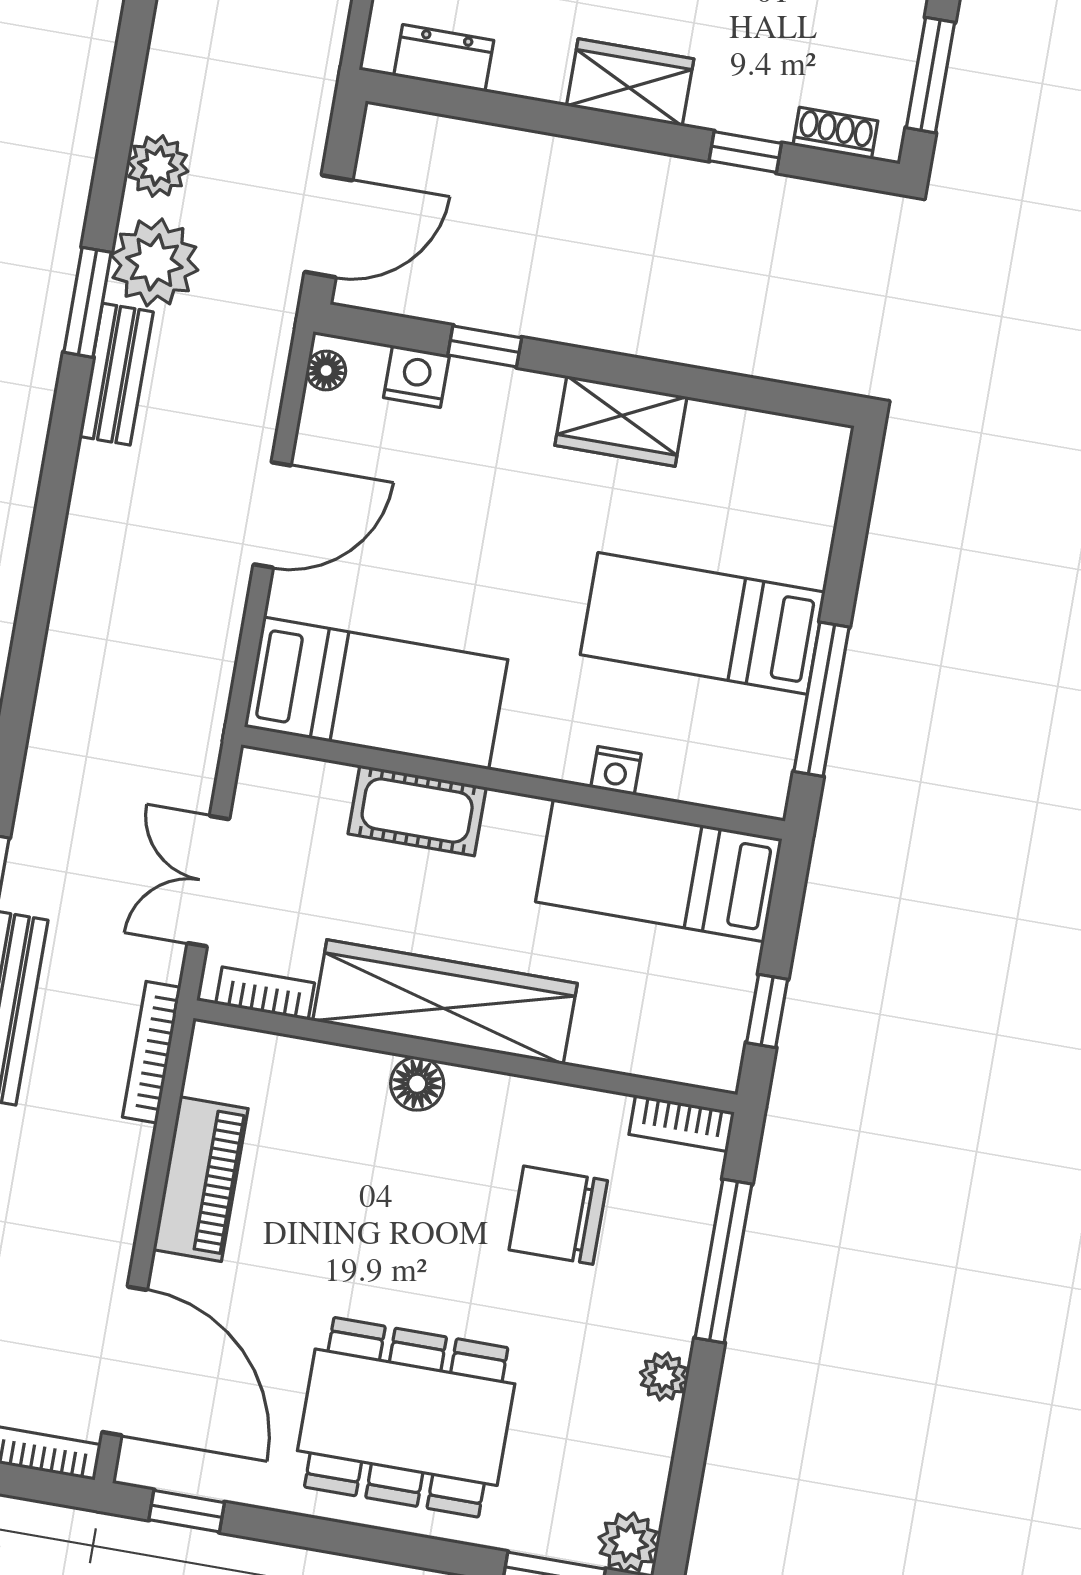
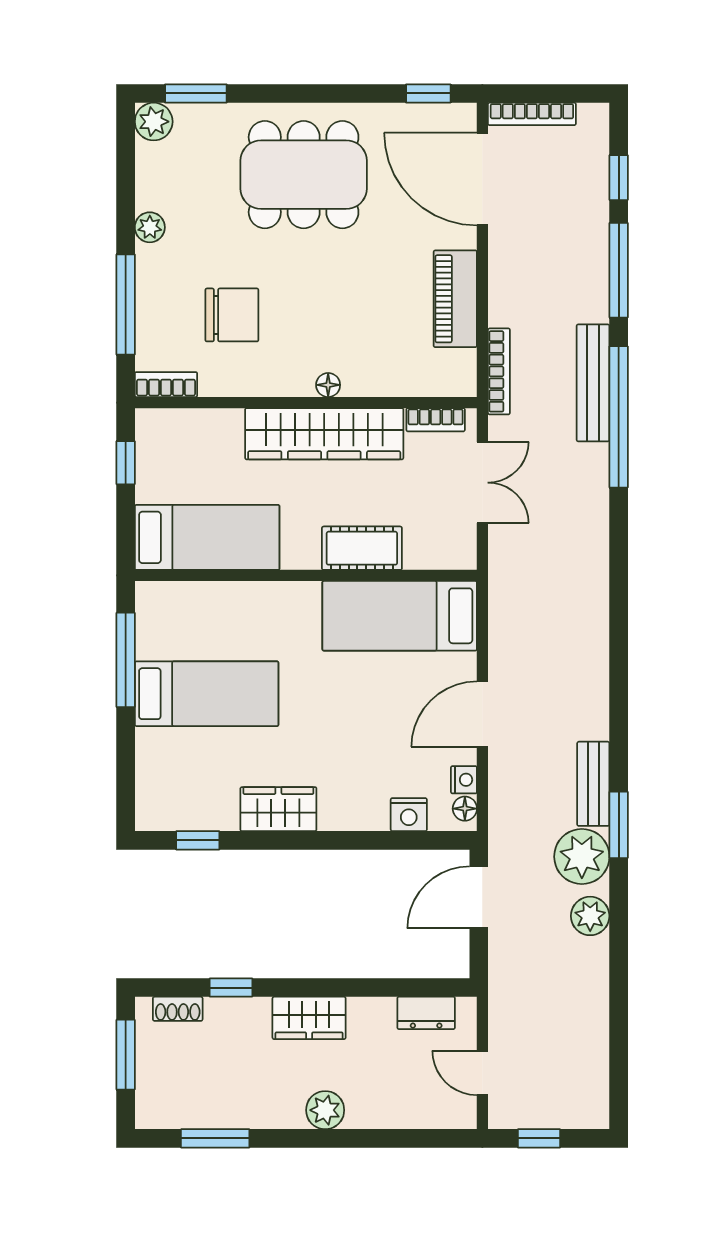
window: (485, 346) -> (198, 840), moved
nightstand: (616, 771) -> (464, 780), moved, turned 90
floor lamp: (417, 1084) -> (328, 385), width x0.73, depth x0.73

